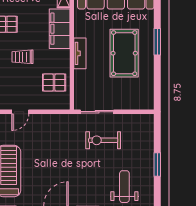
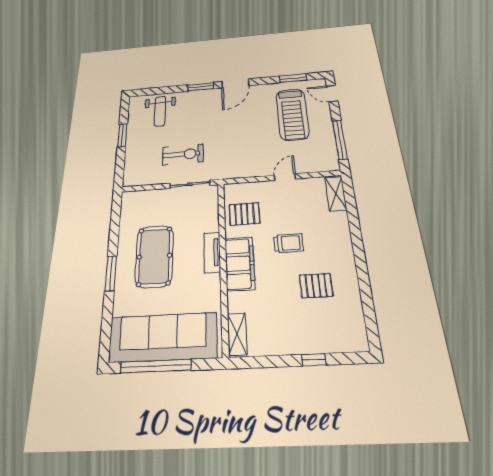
filing cabinet: (60, 29) -> (240, 264), moved

